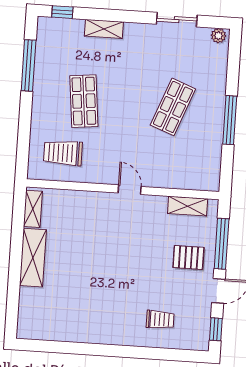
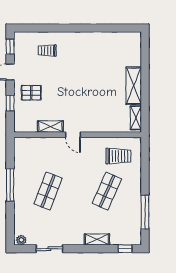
shop shelf: (84, 101) -> (107, 191), turned 30
shelving: (188, 206) -> (50, 126), moved
window: (222, 244) -> (10, 103), width x0.46

